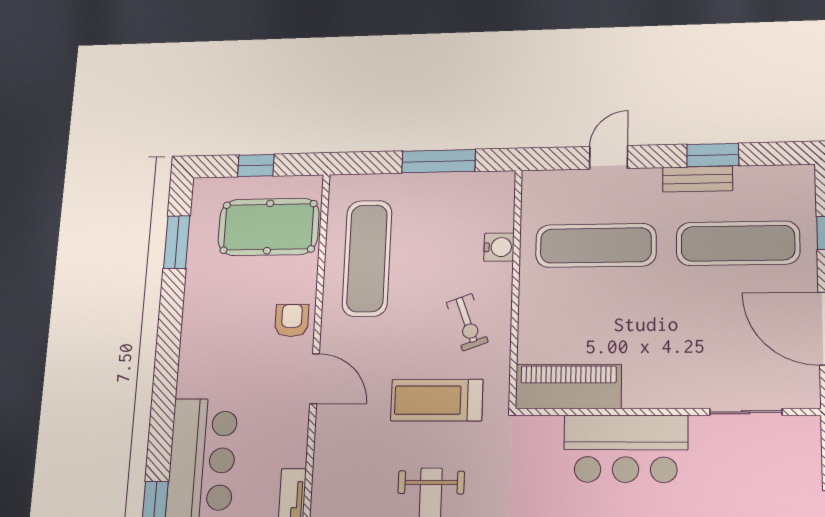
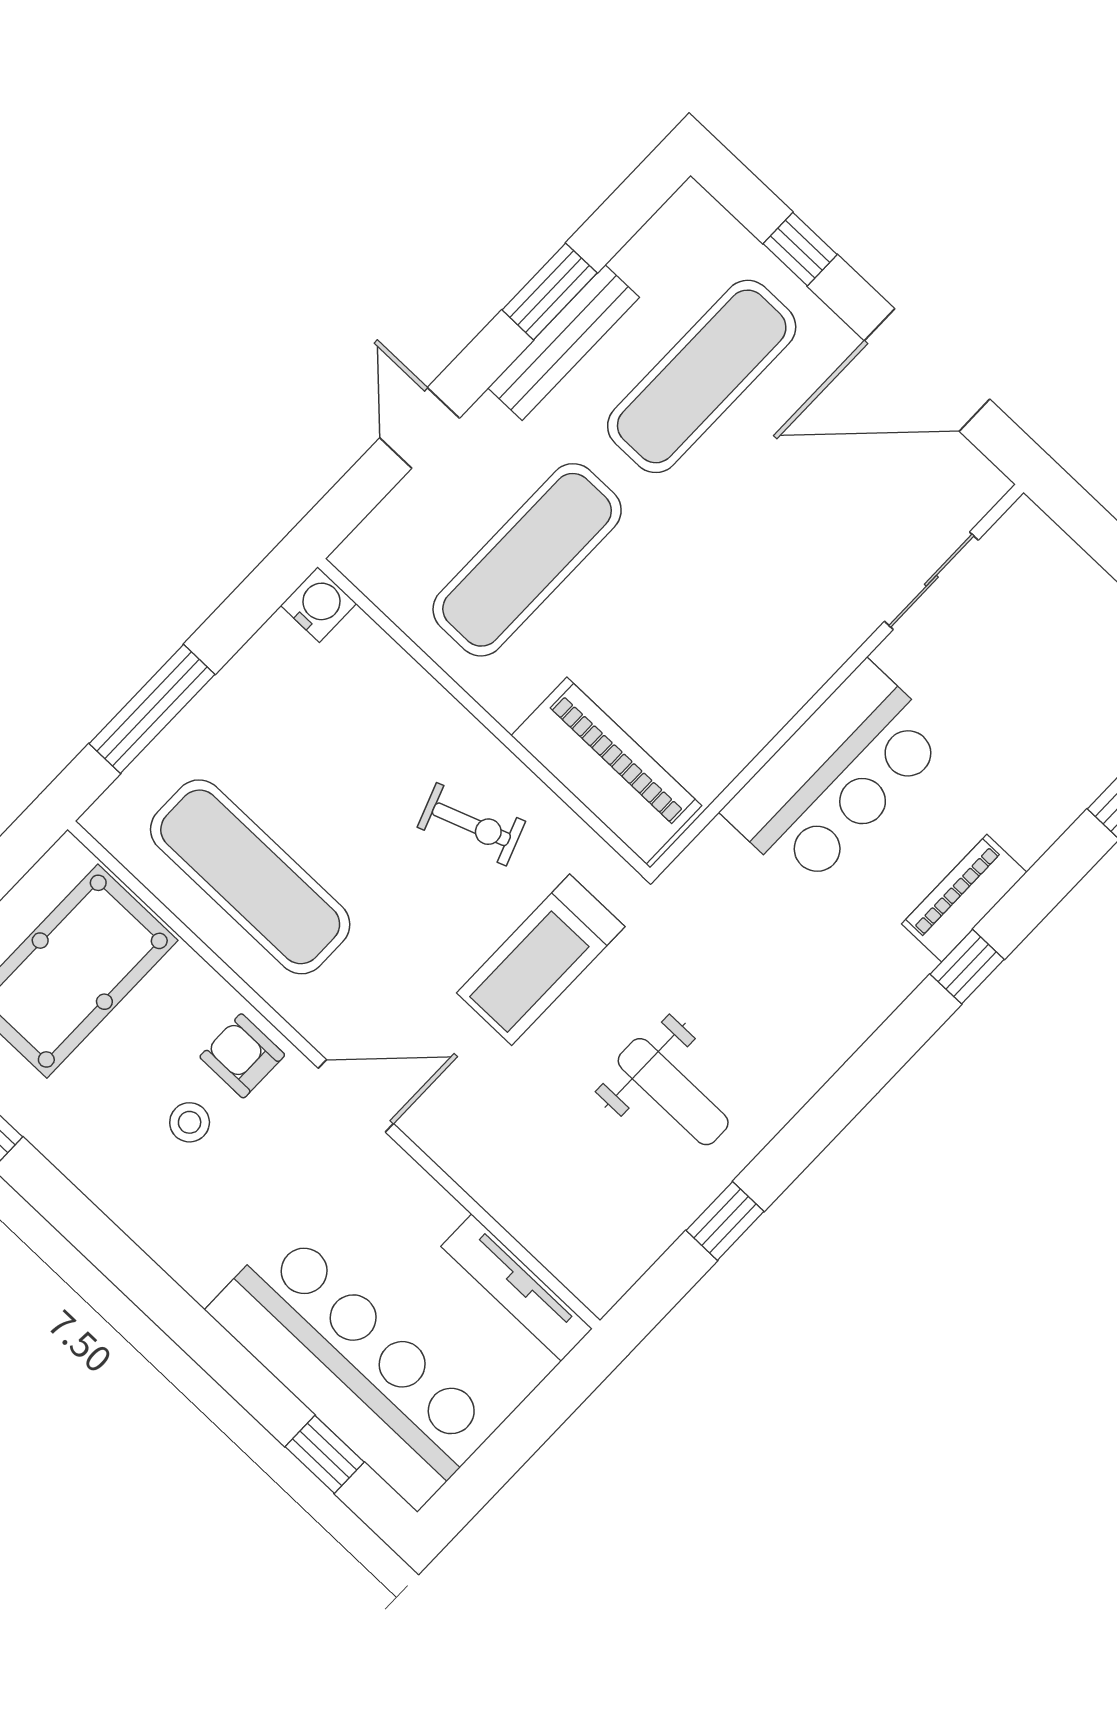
window: (439, 161) -> (152, 709), moved
bench: (698, 179) -> (564, 343), width x1.36
water cooler: (499, 247) -> (319, 605), moved
stool: (247, 325) -> (190, 1122), added
piano: (568, 387) -> (606, 771), moved, turned 90

